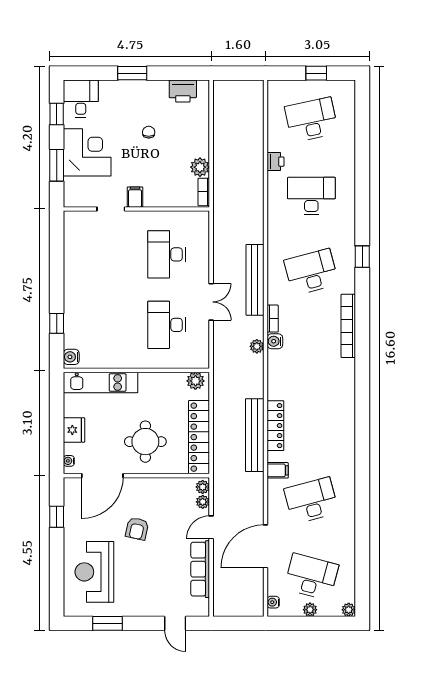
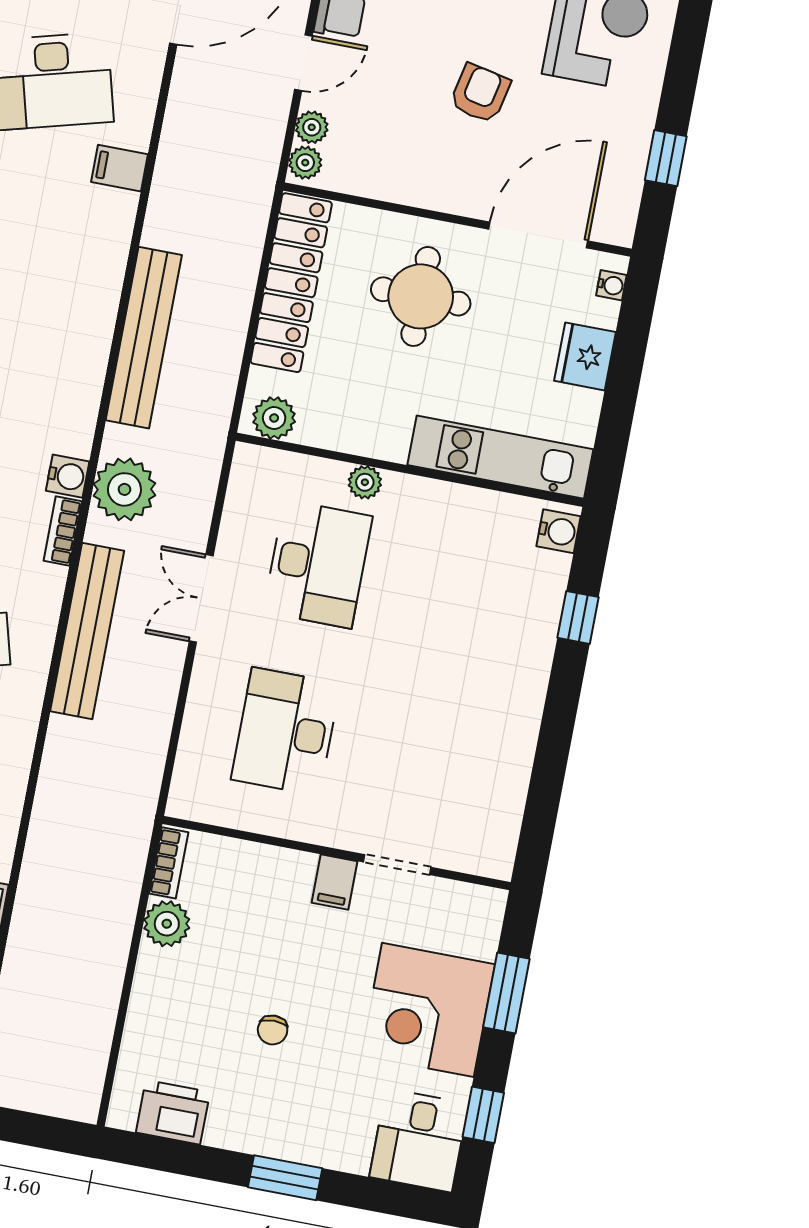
desk: (166, 254) -> (286, 732), turned 180
plant: (257, 346) -> (124, 489), width x1.88, depth x1.88
plant: (154, 362) -> (365, 482), added
locker: (275, 426) -> (104, 275), removed
bench: (255, 435) -> (144, 338), moved

